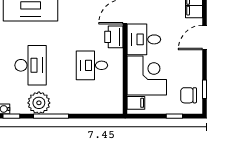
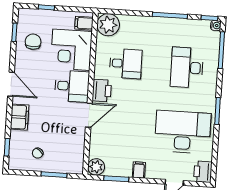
door: (205, 37) -> (11, 84), hinge flipped
chair: (189, 95) -> (33, 42), moved, turned -90
plant: (39, 103) -> (108, 25), moved

